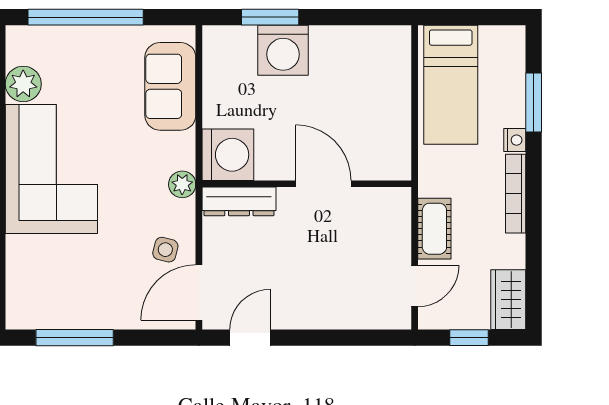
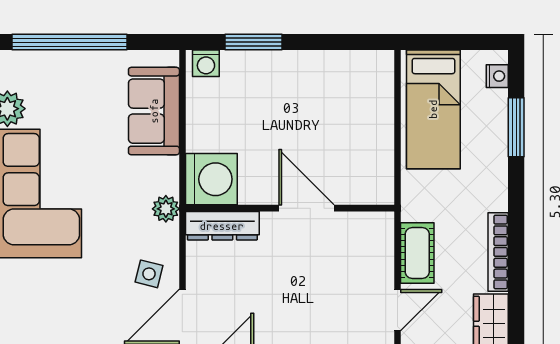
washing machine: (283, 50) -> (206, 63), moved, width x0.53, depth x0.53
nightstand: (515, 140) -> (497, 76), moved
bookcase: (516, 194) -> (498, 252), moved

